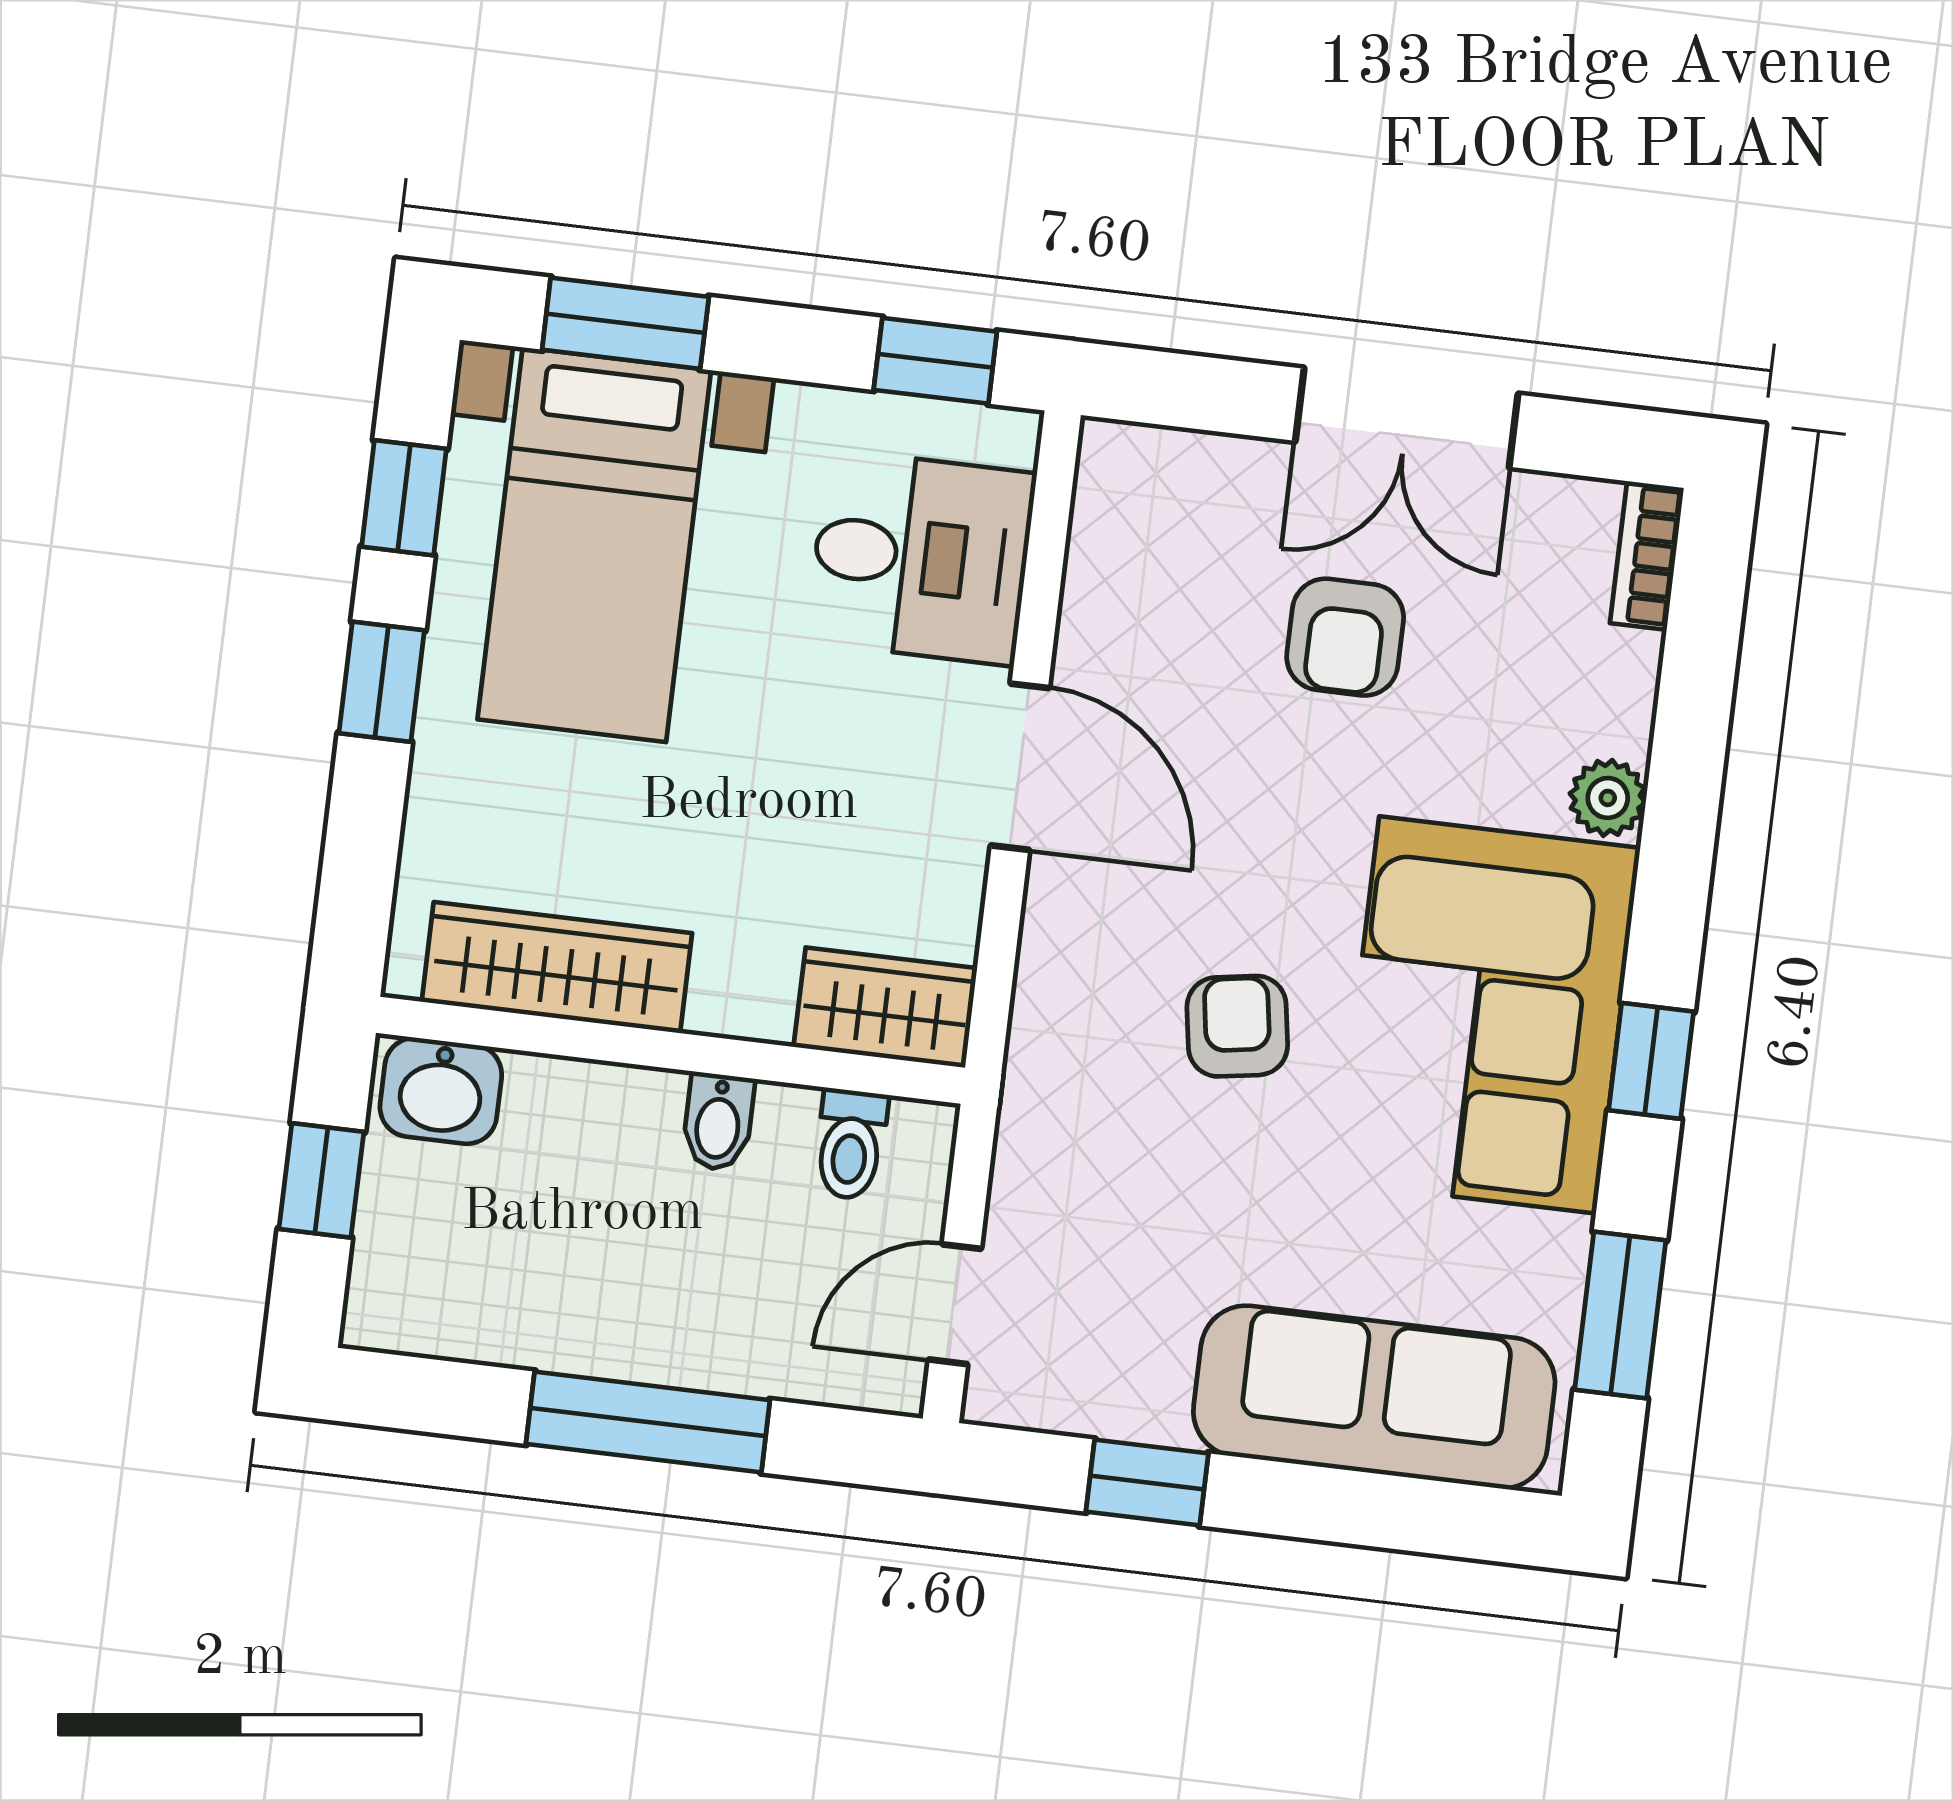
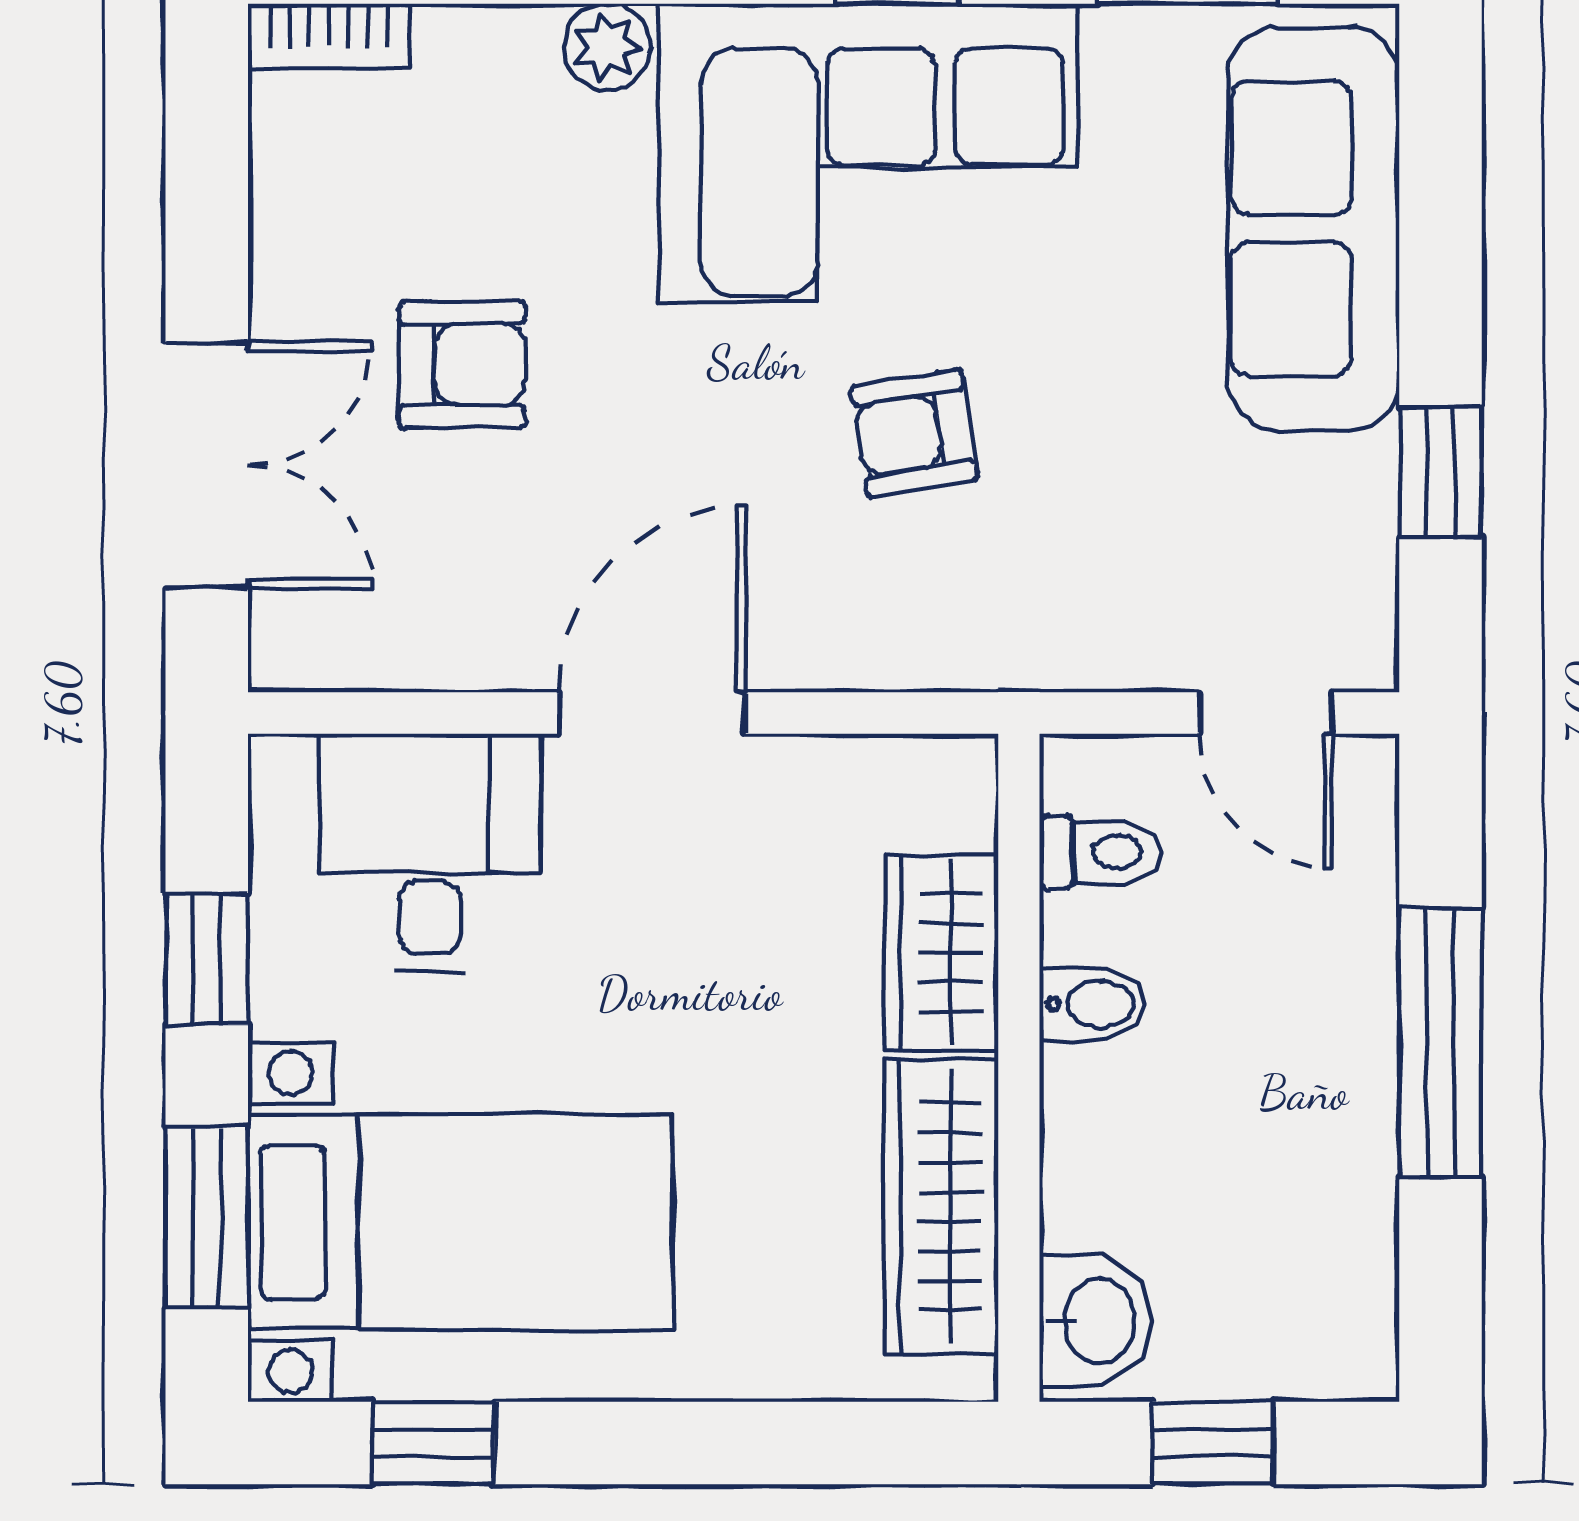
window: (935, 361) -> (207, 959), moved
double door: (1407, 418) -> (207, 465), moved
window: (382, 682) -> (643, 1443), removed
wardrobe: (885, 1007) -> (941, 953), moved

